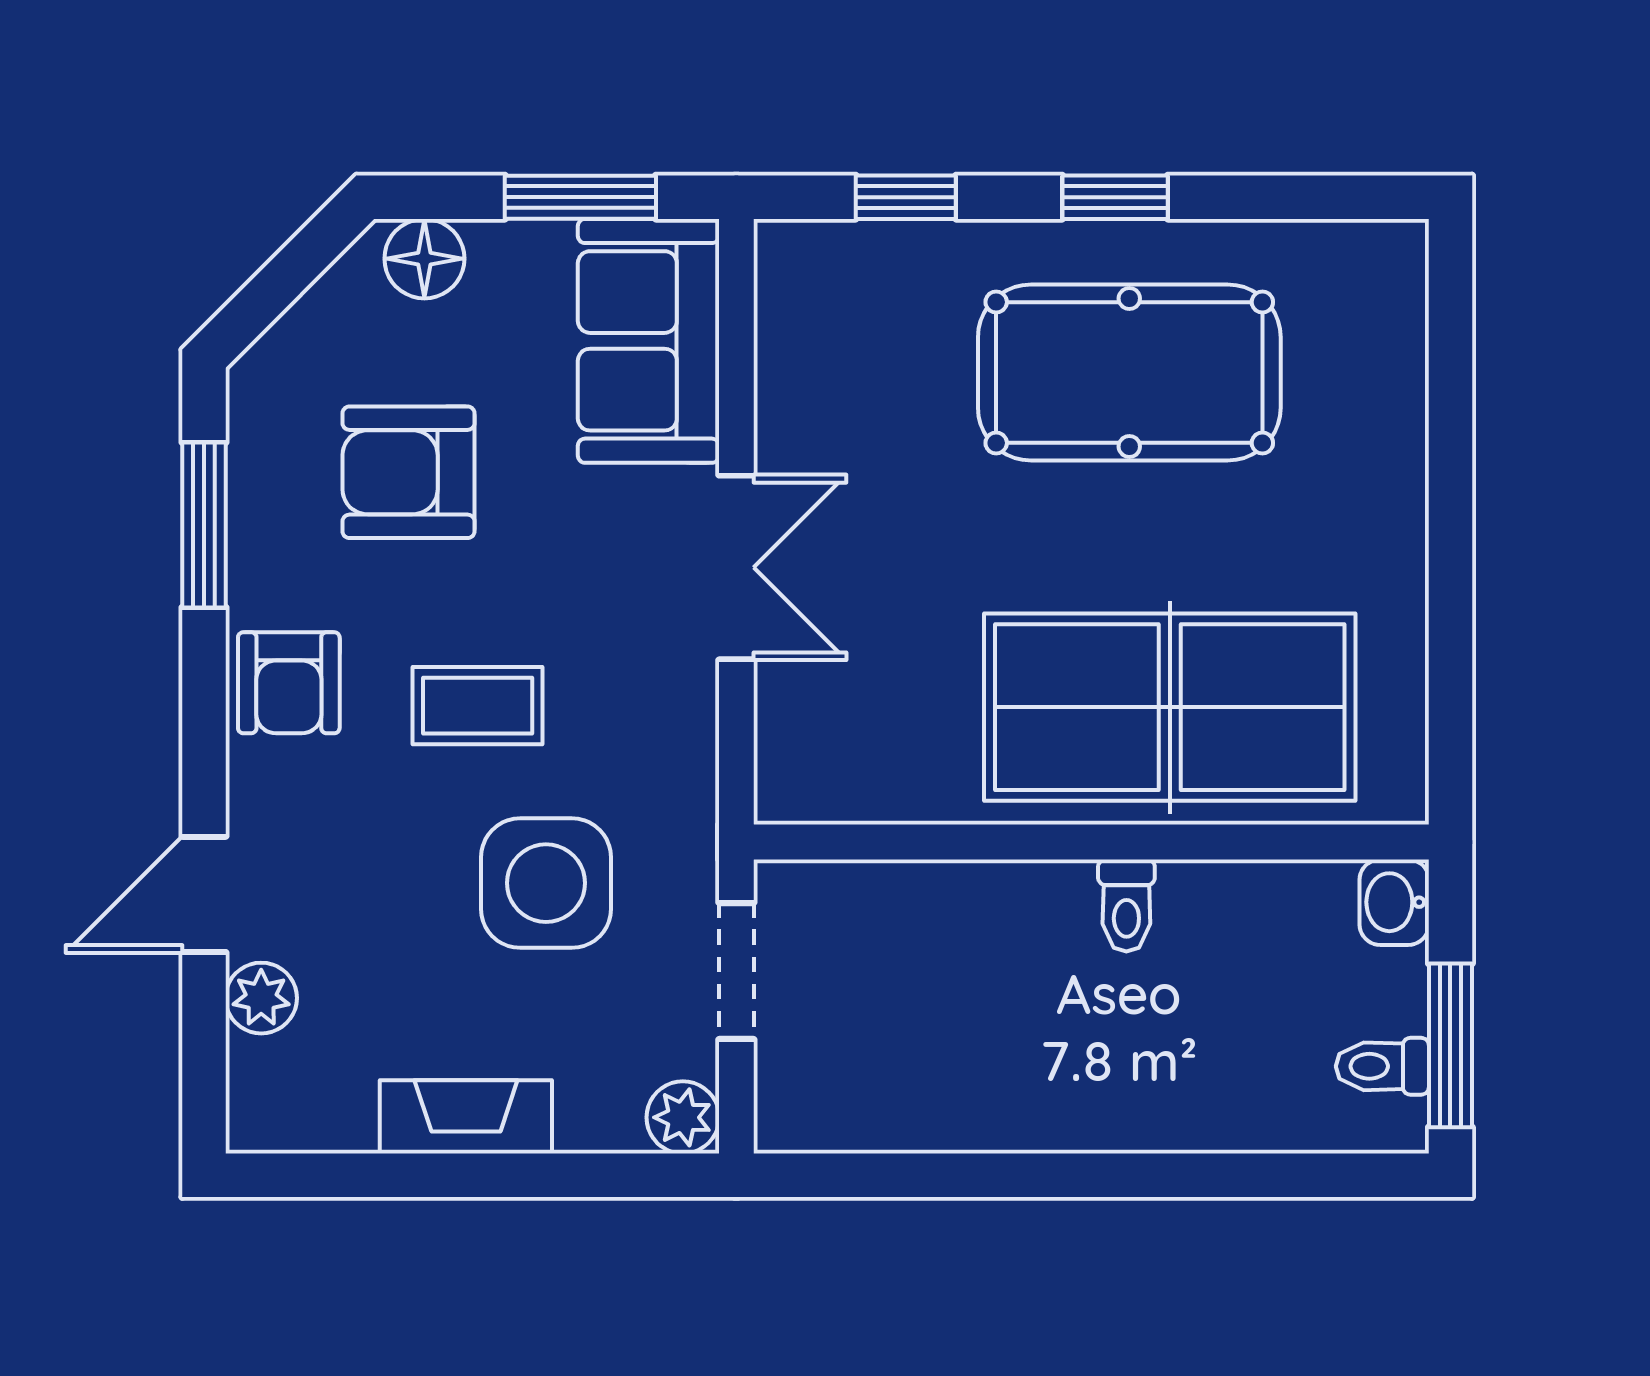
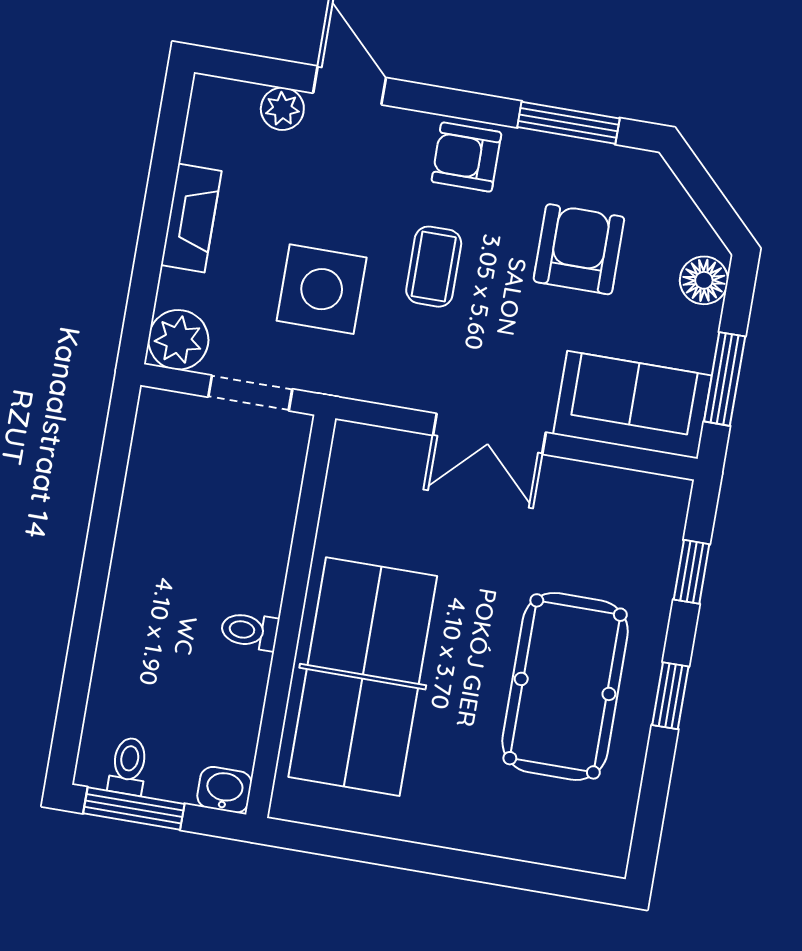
plant: (683, 1117) -> (178, 340), width x1.38, depth x1.38

